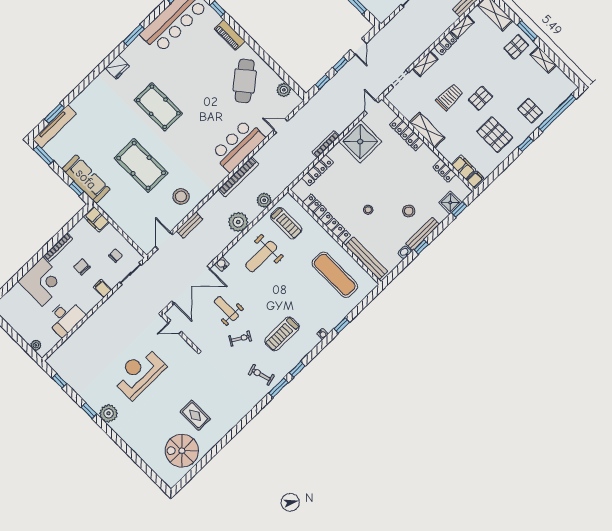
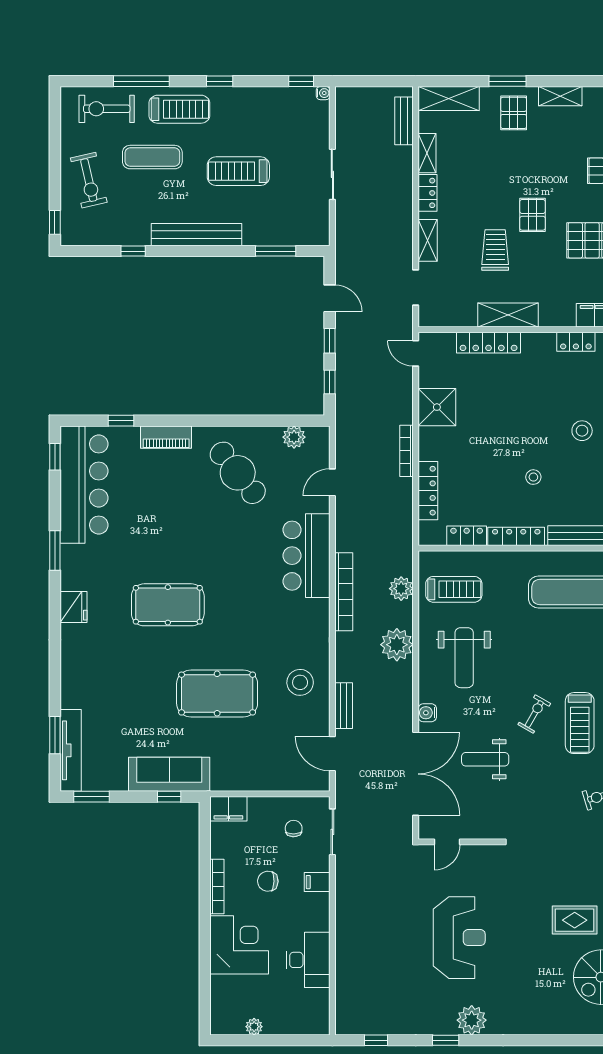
shower: (360, 142) -> (437, 407), width x0.73, depth x0.73
exercise bike: (240, 338) -> (534, 714), moved
plant: (36, 345) -> (254, 1027), moved
reception desk: (139, 373) -> (459, 938), turned 180

